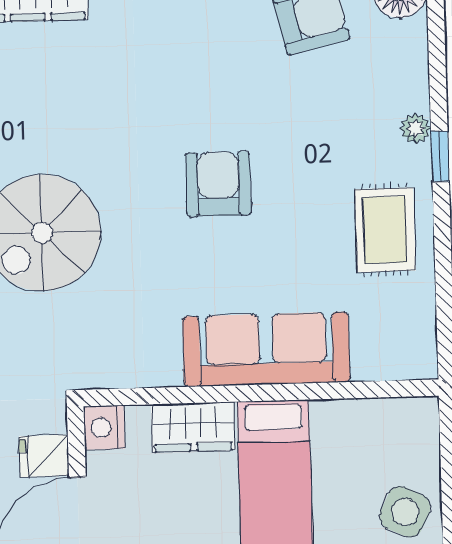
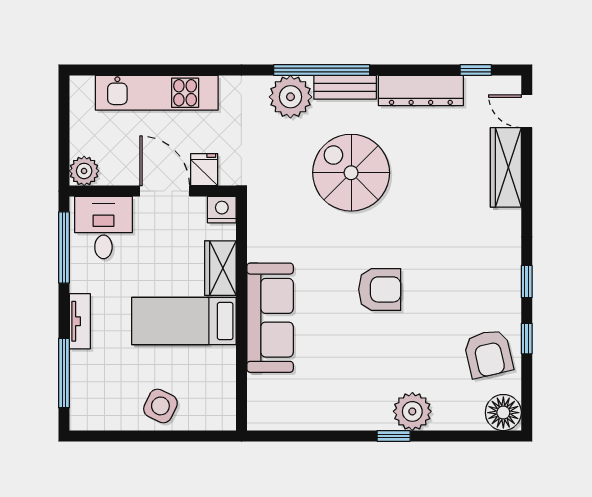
plant: (416, 129) -> (412, 411), width x1.88, depth x1.88
rug: (385, 230) -> (346, 398), removed

